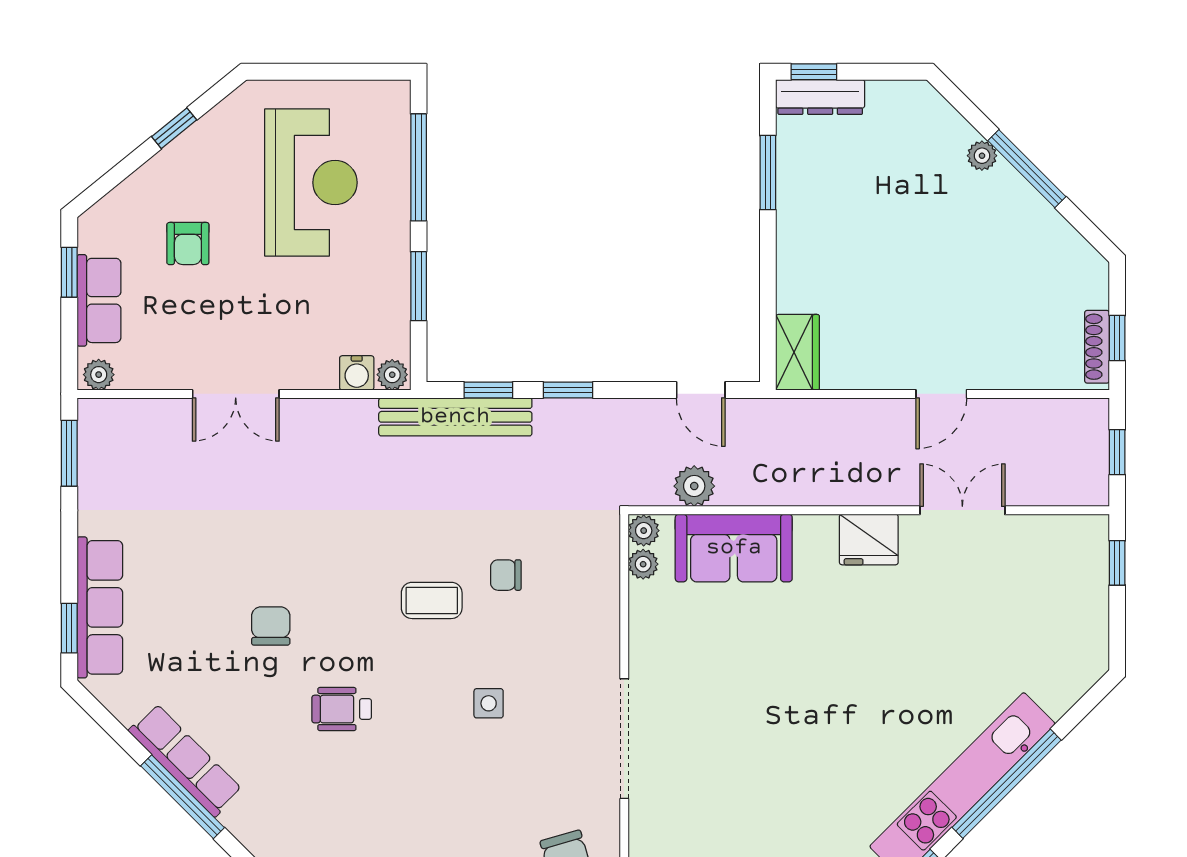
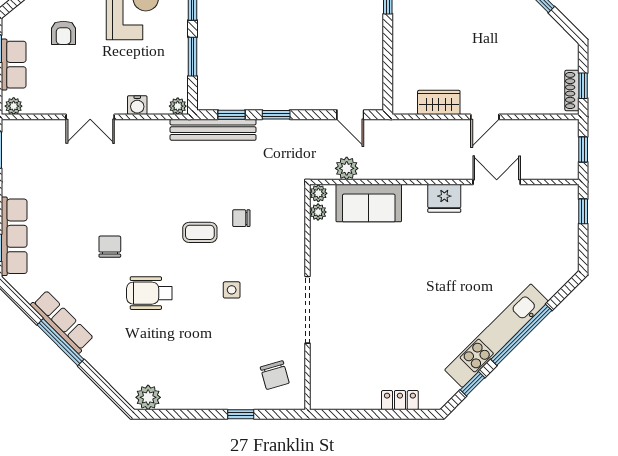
wardrobe: (798, 352) -> (439, 102), moved, turned -90
water cooler: (357, 373) -> (137, 105), moved
wheelchair: (342, 709) -> (149, 293), width x1.36, depth x1.37

